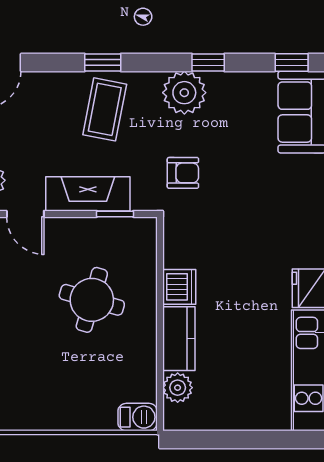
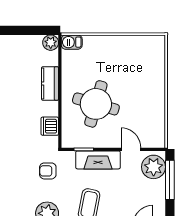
dishwasher: (179, 287) -> (50, 126), moved
round table: (92, 300) -> (96, 104), width x1.36, depth x1.36
plant: (178, 388) -> (51, 43), moved

